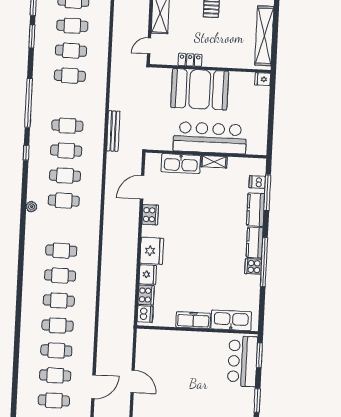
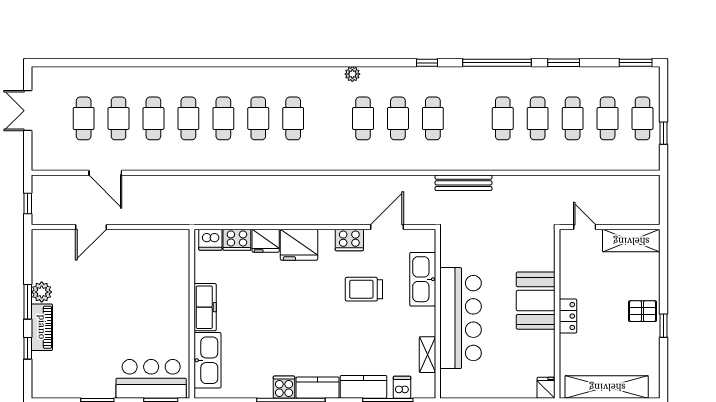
window: (32, 36) -> (564, 63), moved
locker: (190, 60) -> (568, 316), moved
booth: (200, 89) -> (536, 301), width x0.73, depth x0.70
cafe table: (67, 126) -> (503, 118), moved
shelving: (214, 162) -> (428, 355), moved
door: (142, 187) -> (387, 227), hinge flipped
trolley: (186, 206) -> (364, 289), added
door: (133, 381) -> (91, 227), moved

